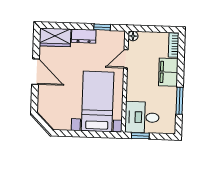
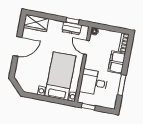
dresser: (84, 36) -> (72, 28), moved
door: (126, 59) -> (86, 47), hinge flipped
door: (35, 72) -> (17, 46), hinge flipped
desk: (142, 117) -> (94, 82), moved

